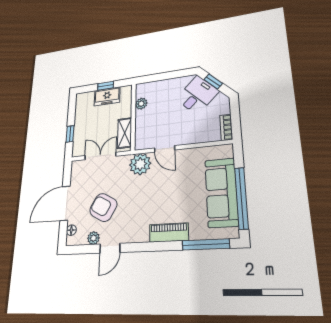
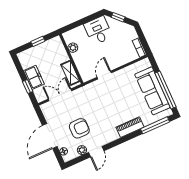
desk: (197, 95) -> (98, 31), moved, turned -45
freezer: (107, 96) -> (34, 77), moved, turned -90
door: (165, 149) -> (104, 75), swing flipped
plant: (140, 164) -> (92, 91), removed
armchair: (103, 207) -> (79, 128), turned 150

